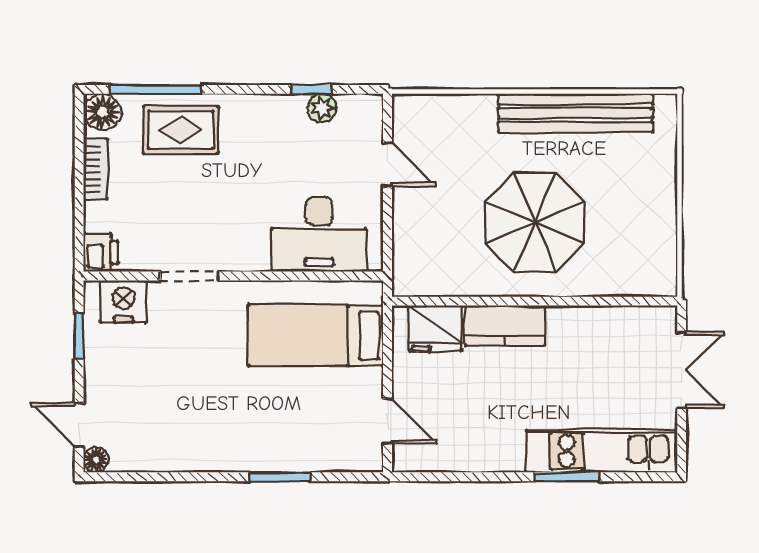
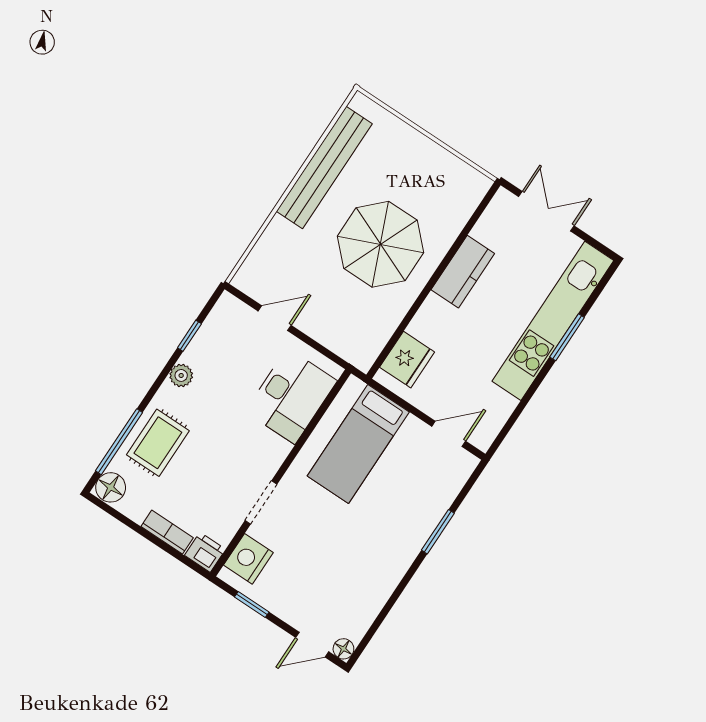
plant: (322, 108) -> (181, 375), moved
bookcase: (96, 169) -> (167, 532), moved
kitchen counter: (505, 326) -> (463, 272), moved
kitchen unit: (602, 451) -> (553, 321), width x1.36

